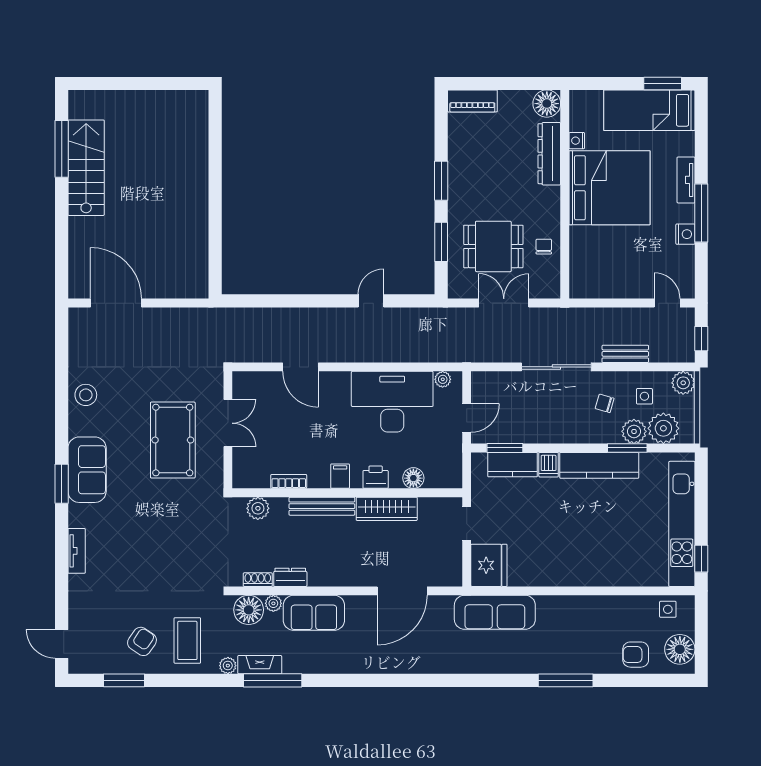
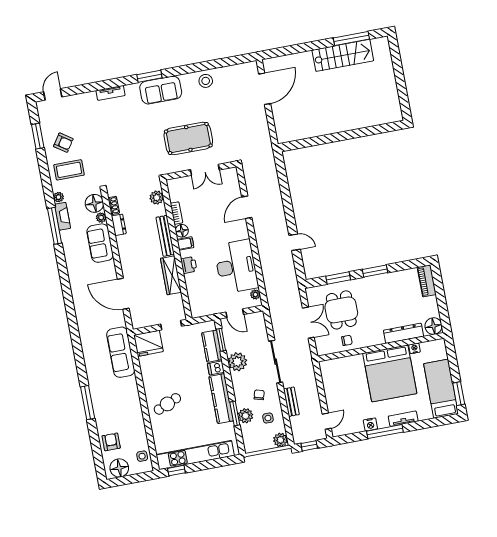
plant: (663, 428) -> (237, 362), moved
floor lamp: (413, 478) -> (182, 231), moved
cafe table: (592, 553) -> (167, 404), added

